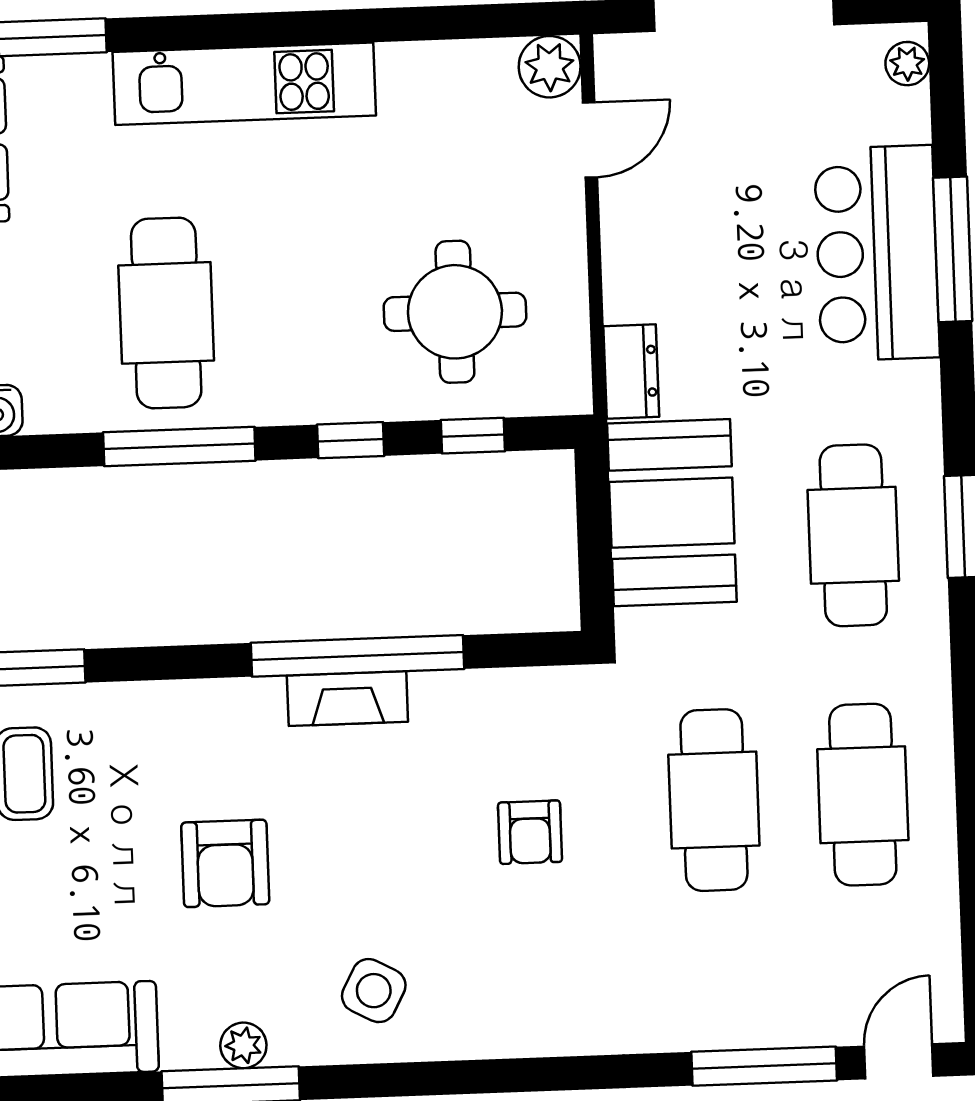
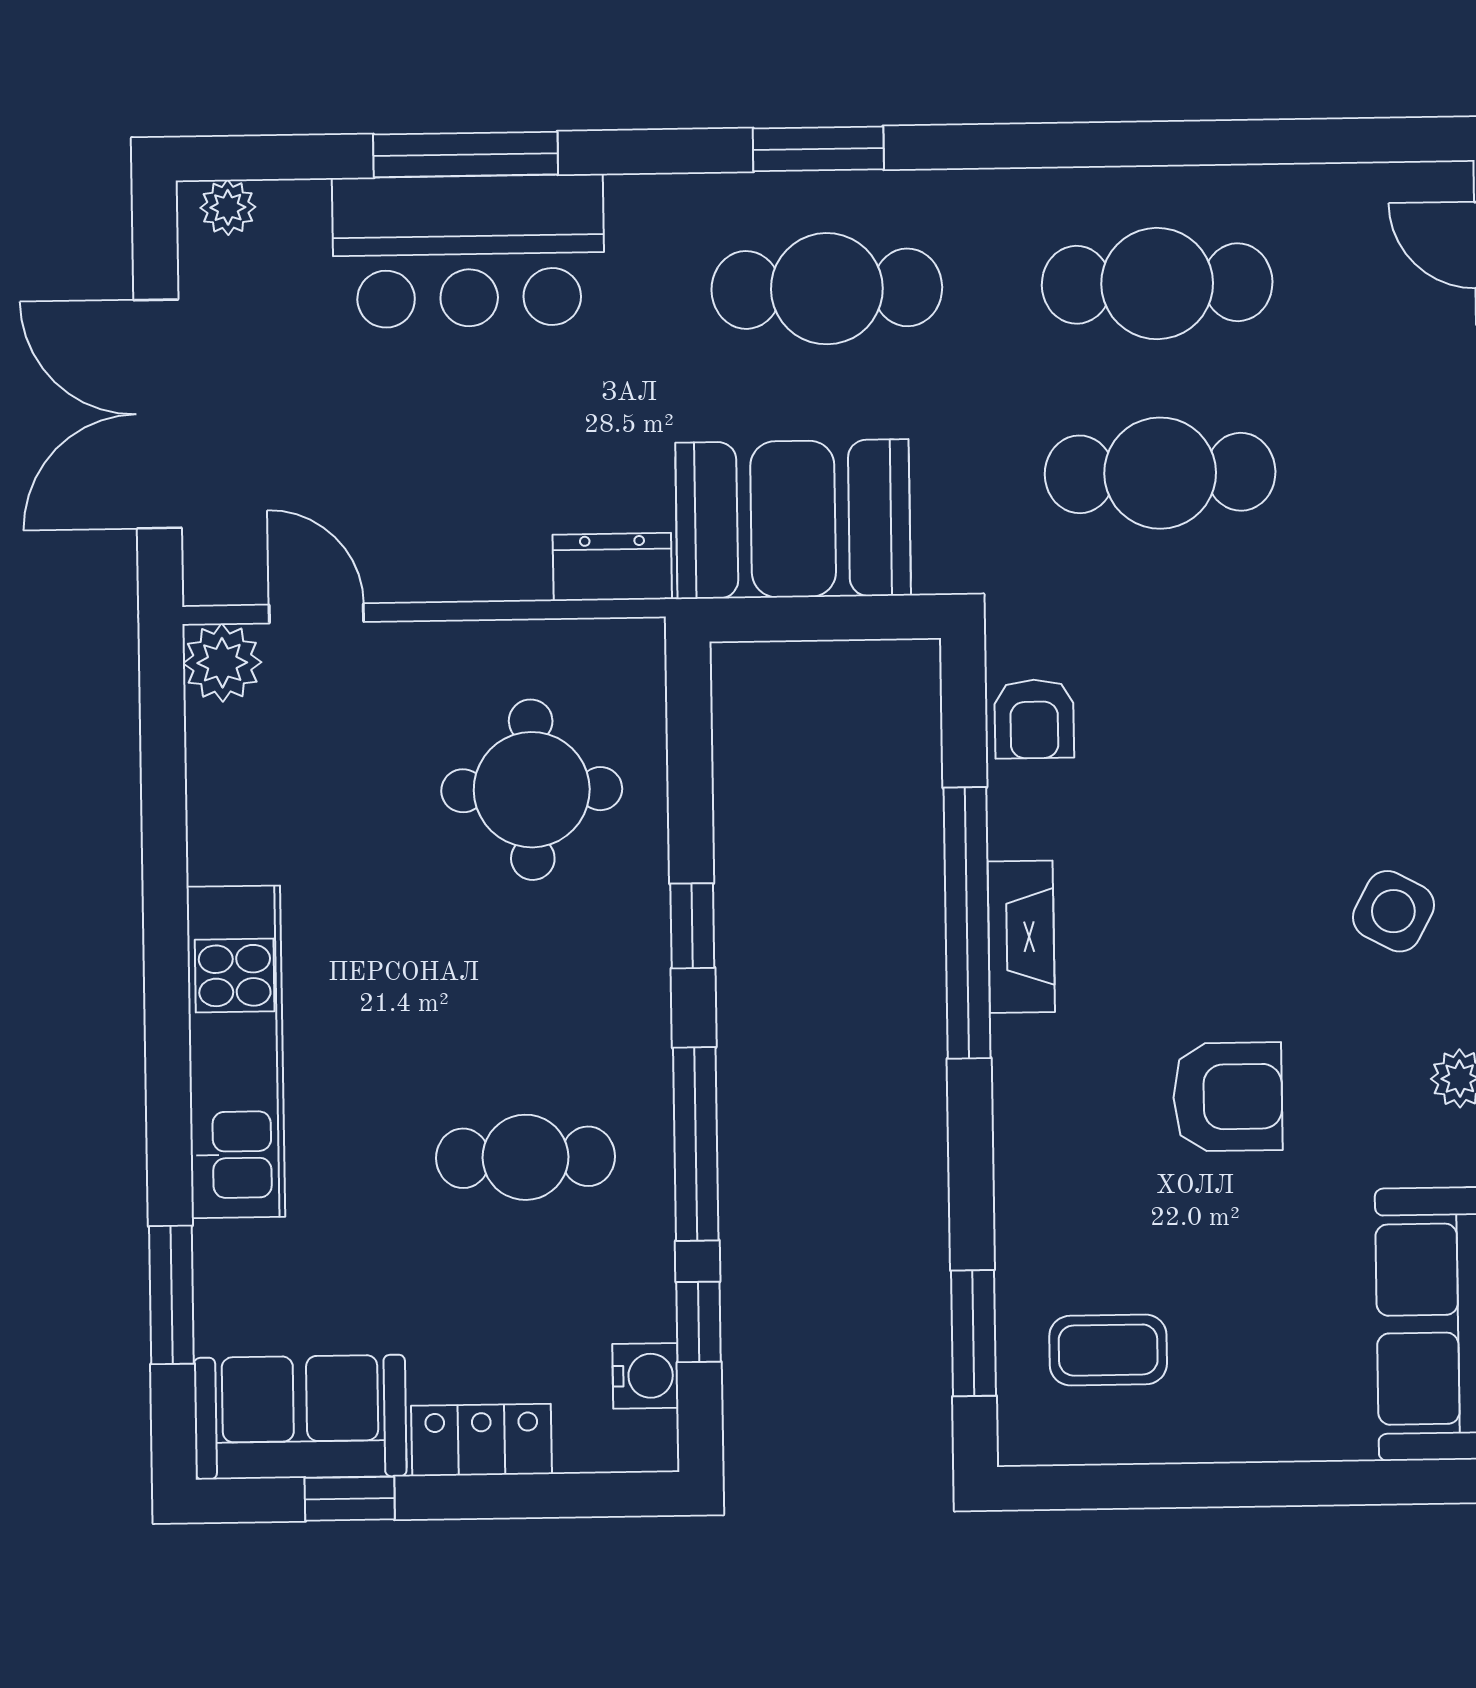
cafe table: (166, 313) -> (525, 1157), width x0.73, depth x0.74
window: (473, 436) -> (699, 1322), moved
armchair: (530, 832) -> (1034, 719), moved, turned 90

